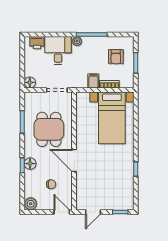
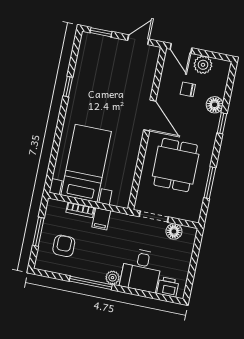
floor lamp: (30, 82) -> (174, 231), moved
floor lamp: (30, 164) -> (215, 105), moved
plant: (31, 204) -> (203, 65), moved

